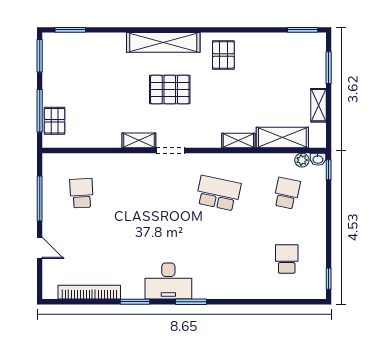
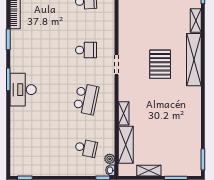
pallet: (223, 55) -> (185, 103), removed
shelving: (139, 140) -> (196, 21), moved
school desk: (287, 259) -> (86, 50), moved
desk: (168, 281) -> (23, 90), moved

